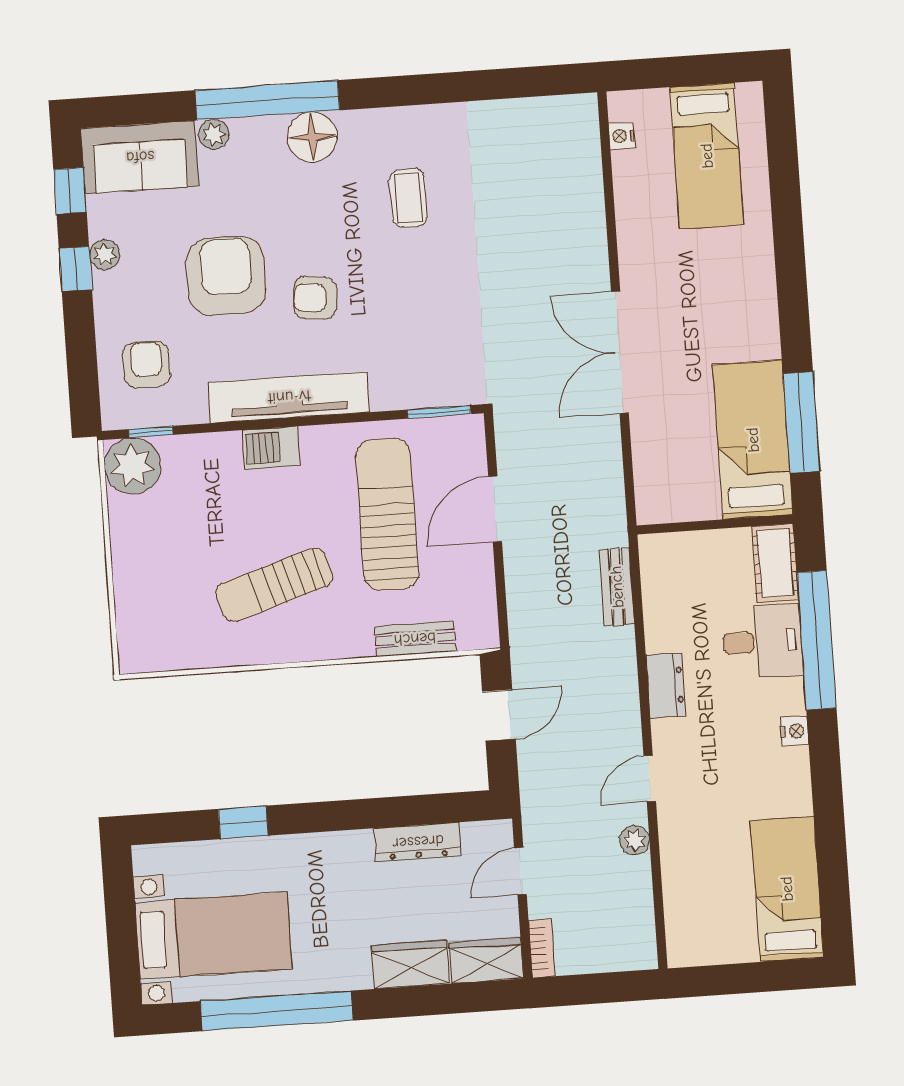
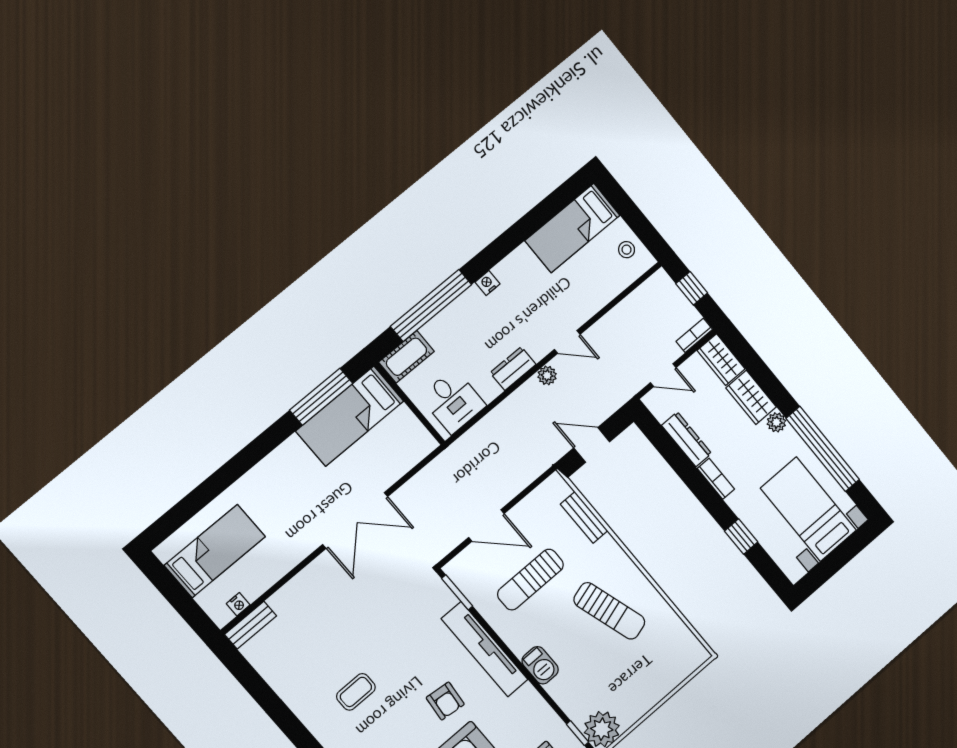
tv unit: (289, 397) -> (484, 649), moved
sun lounger: (387, 514) -> (530, 580), width x0.73, depth x0.75
bench: (617, 587) -> (251, 625), moved
desk: (763, 642) -> (453, 401), moved, turned 180
plant: (635, 840) -> (547, 375), moved
bookcase: (340, 843) -> (716, 479), added
stool: (711, 939) -> (627, 250), added
plant: (355, 975) -> (776, 422), added
window: (603, 988) -> (692, 288), added

